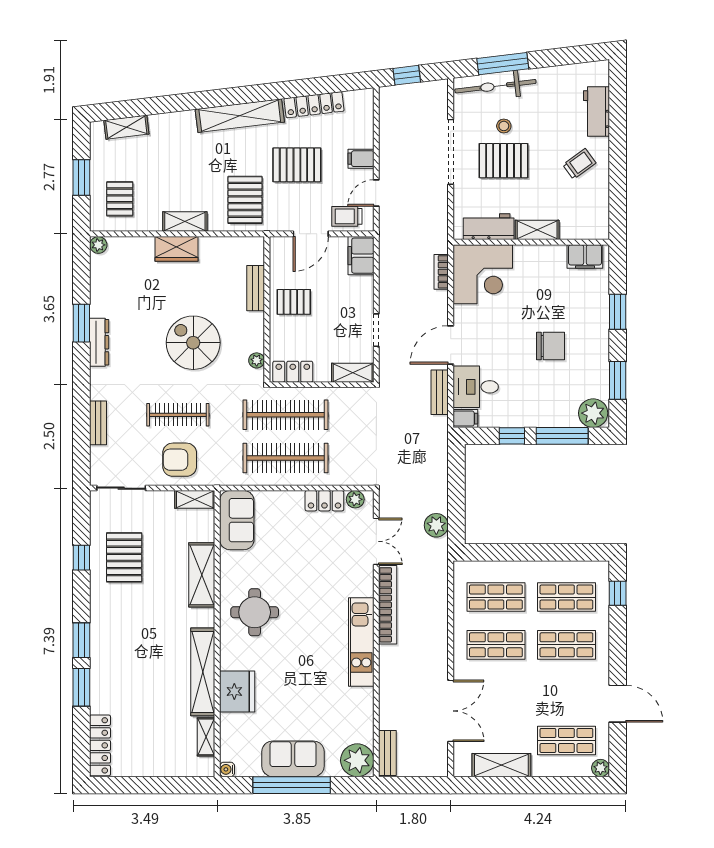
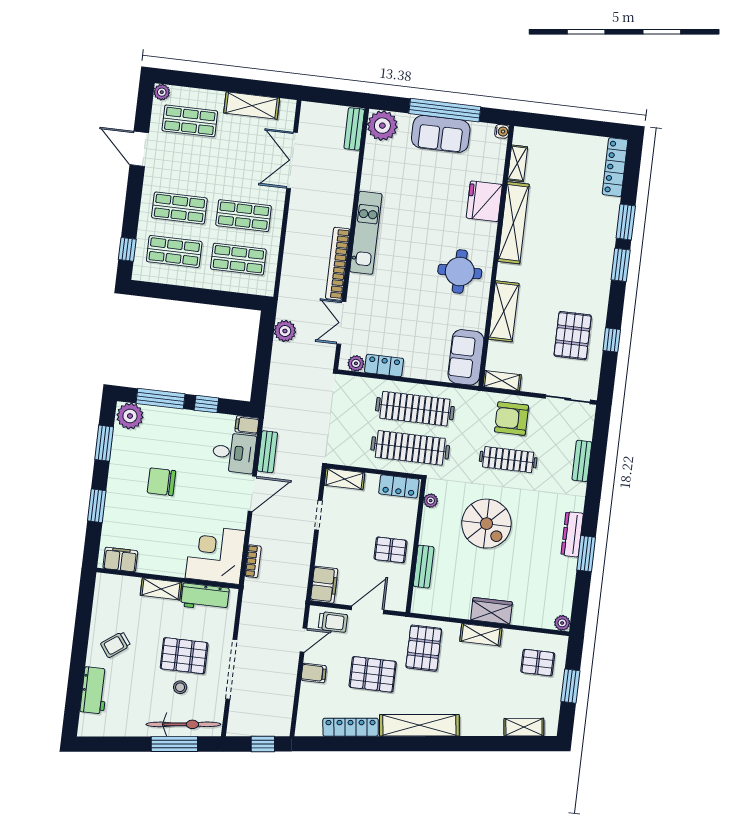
pallet: (120, 199) -> (538, 663), turned 90
armchair: (180, 460) -> (512, 419), turned 180

